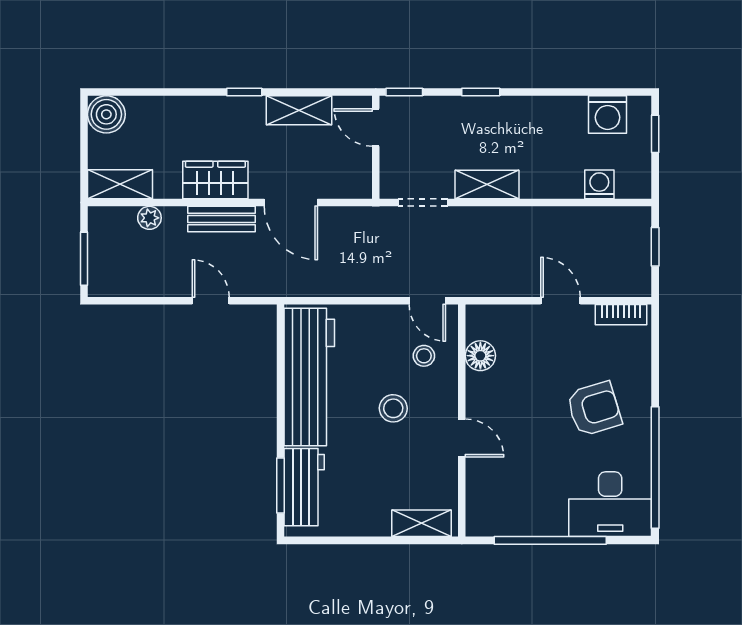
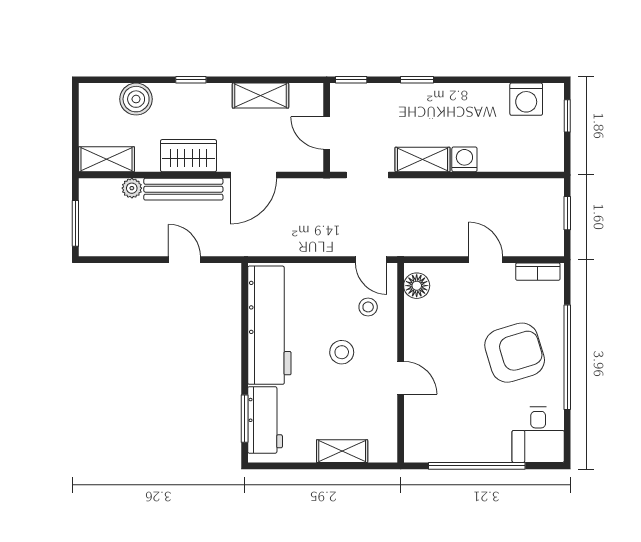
window: (244, 92) -> (191, 80), moved
boiler: (106, 114) -> (136, 99), moved
door: (376, 127) -> (327, 133), moved
washing machine: (599, 184) -> (464, 159), moved
door: (291, 203) -> (253, 175), hinge flipped
bench: (222, 219) -> (183, 189), width x1.36
floor lamp: (480, 356) -> (417, 286), moved
armchair: (594, 409) -> (515, 353), width x1.36, depth x1.36
window: (655, 468) -> (567, 357), moved
desk: (610, 504) -> (538, 435), width x0.73
shelving: (422, 523) -> (342, 451), moved

